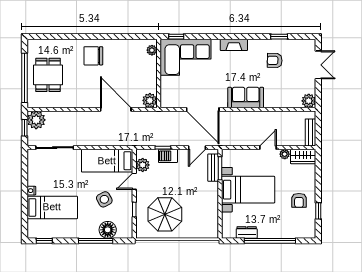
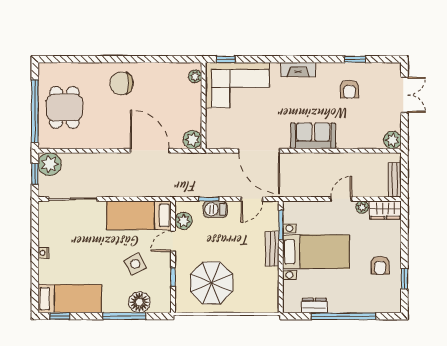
armchair: (275, 60) -> (350, 89), turned -91
bench: (213, 168) -> (272, 249), moved
bed: (52, 207) -> (70, 299), moved

